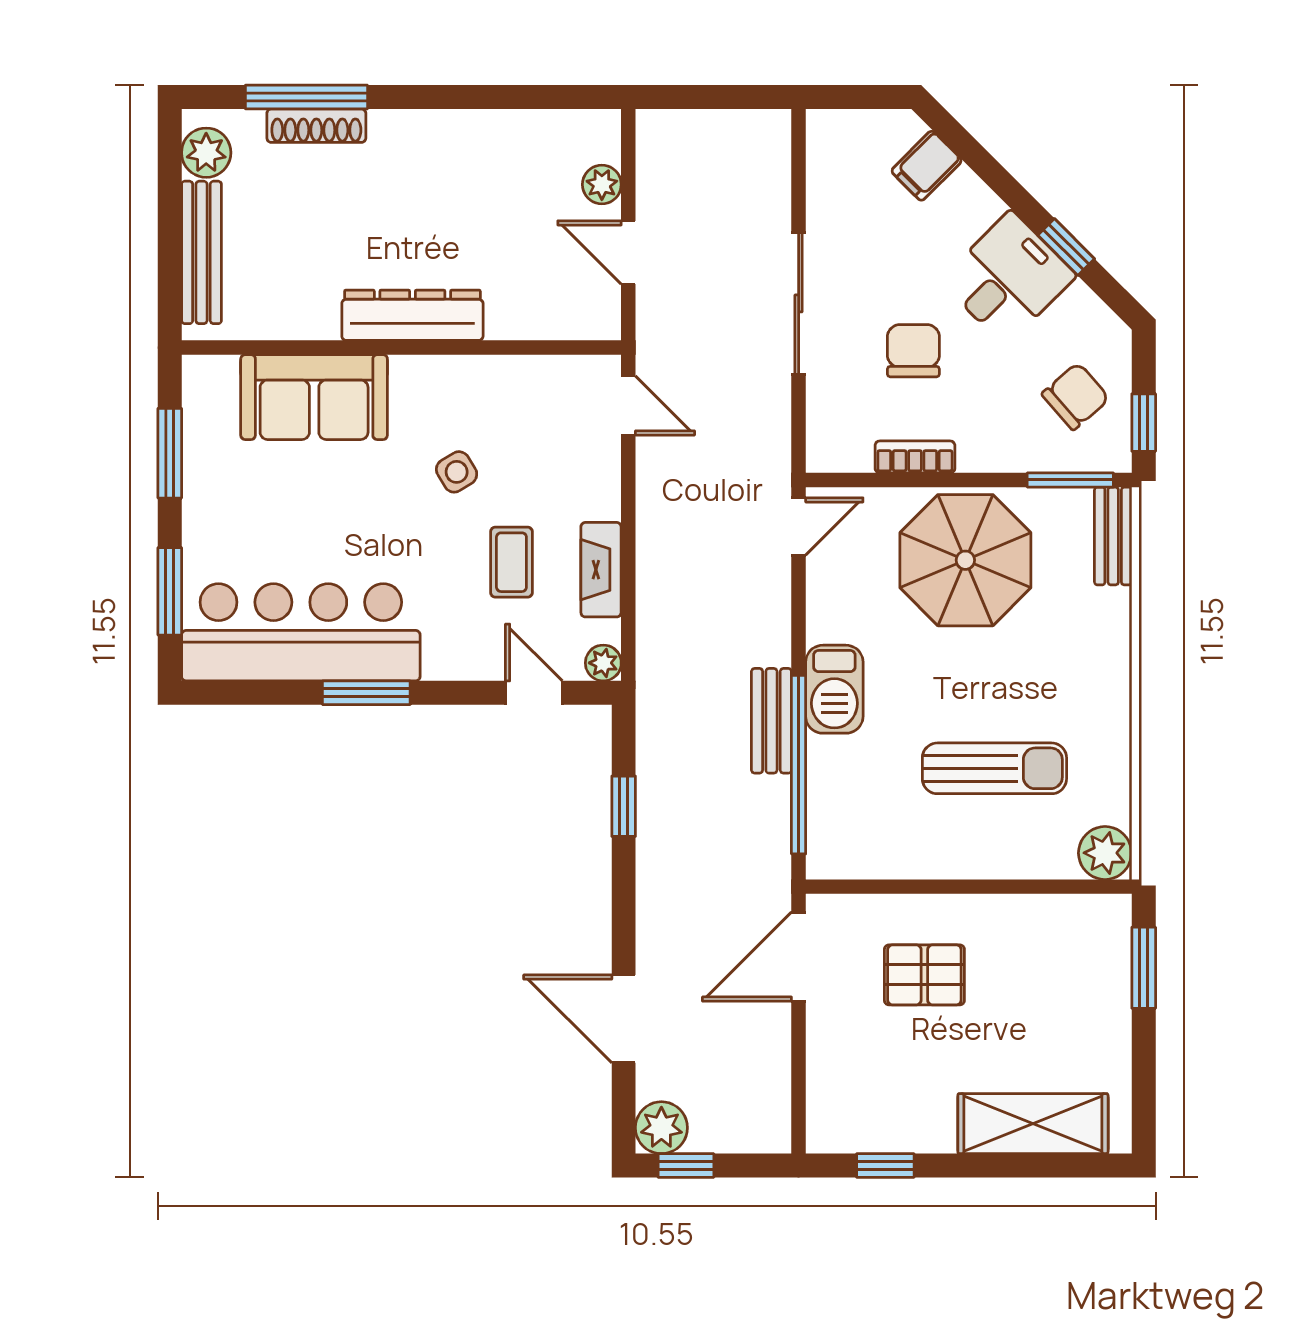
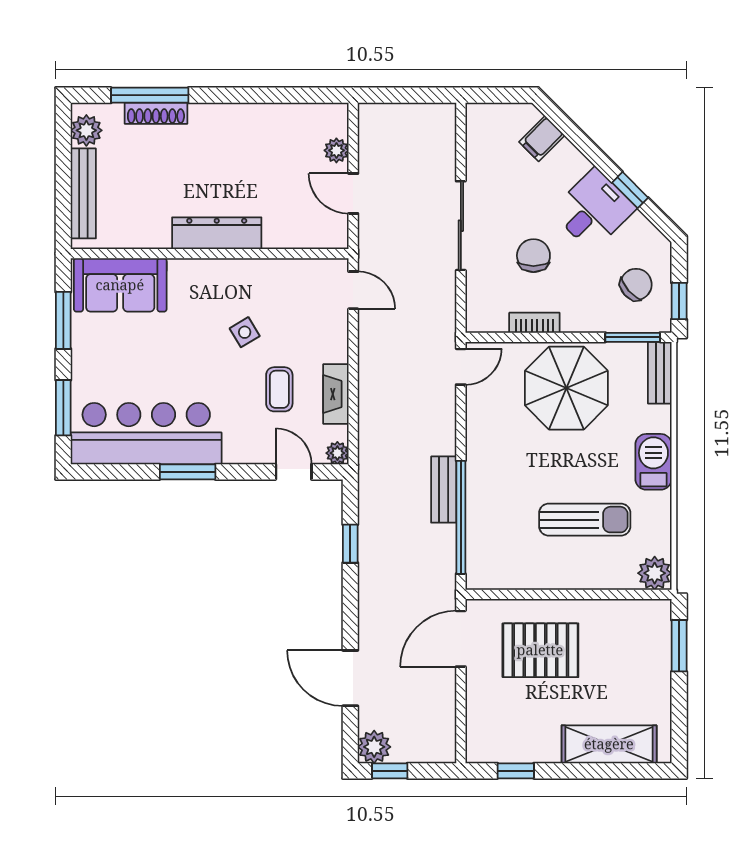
sofa: (314, 397) -> (120, 285), moved
barbecue: (834, 689) -> (653, 462), moved, turned 180
pallet: (924, 975) -> (540, 650), width x1.50, depth x1.42

